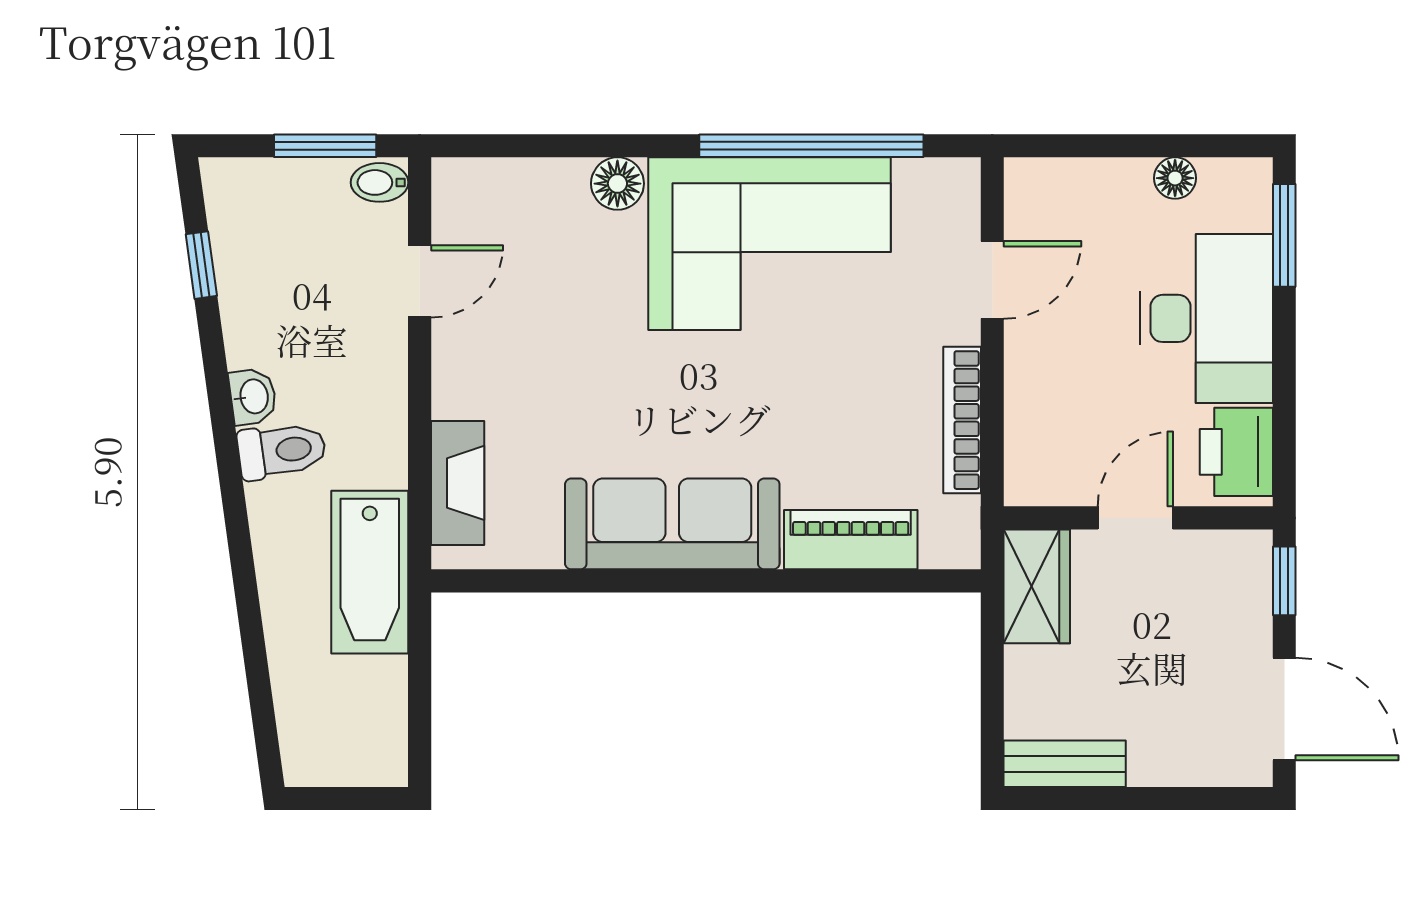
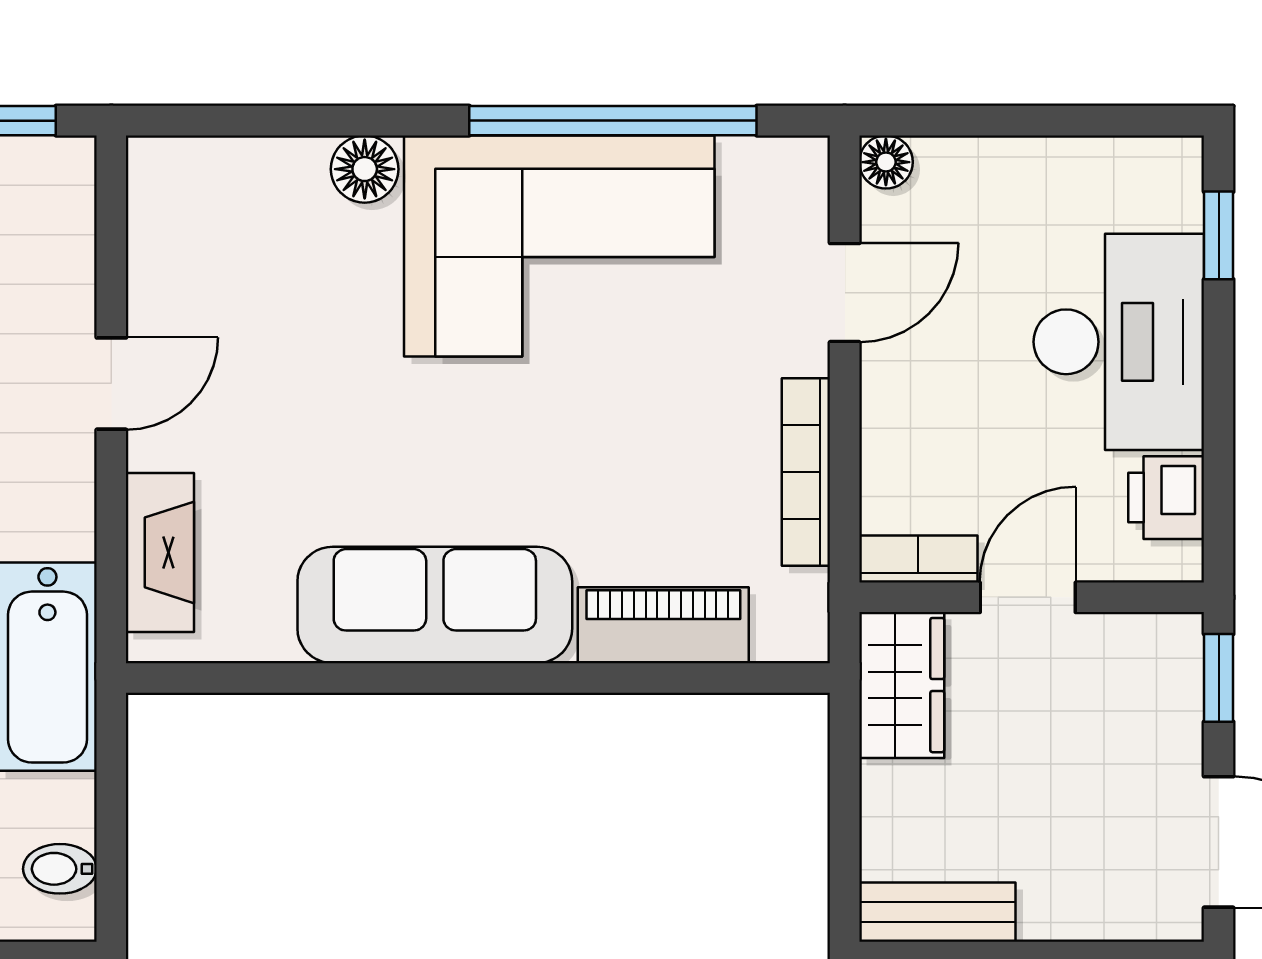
floor lamp: (1175, 178) -> (886, 162), moved
bidet: (380, 182) -> (60, 869), moved
window: (1284, 235) -> (1219, 235), width x0.67
door: (420, 281) -> (111, 384), moved
printer: (1236, 452) -> (1166, 498), width x0.73, depth x0.81
bookcase: (1050, 488) -> (918, 559), added

